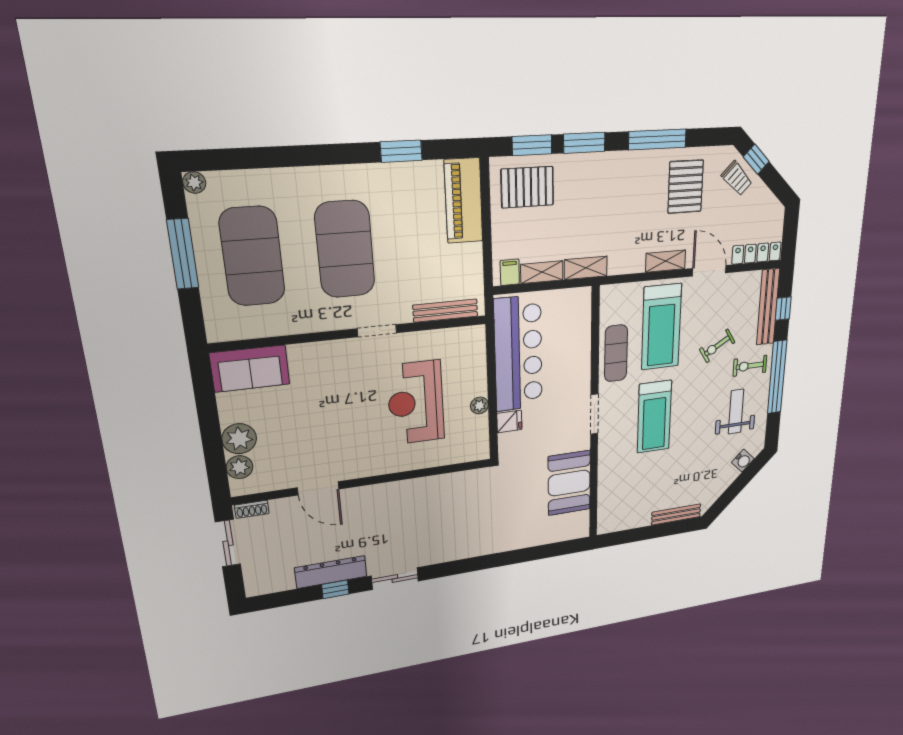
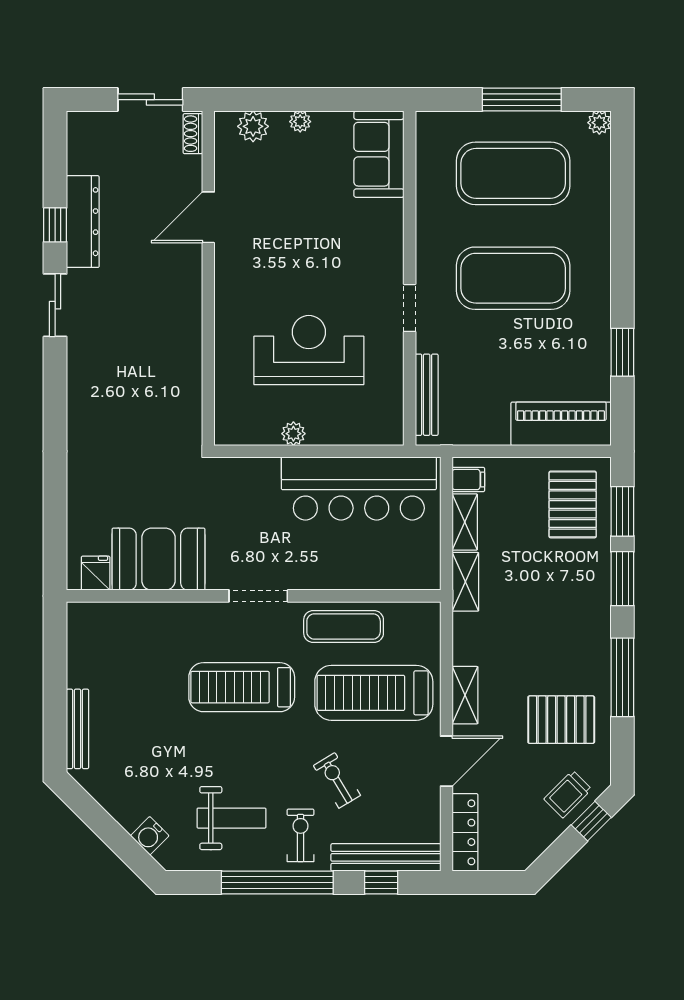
fridge: (509, 421) -> (96, 573), moved, turned 180
plant: (239, 439) -> (300, 122), width x0.53, depth x0.53

